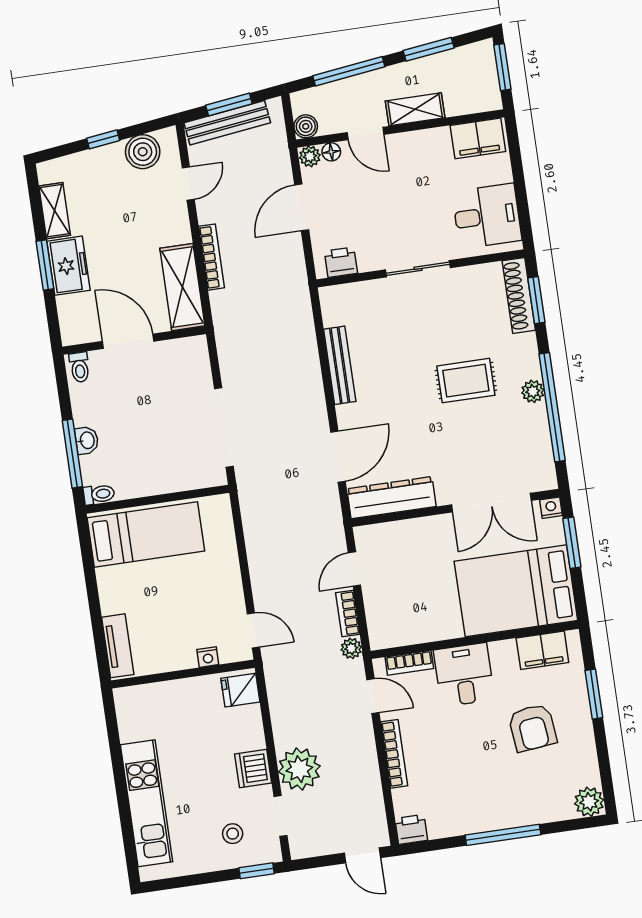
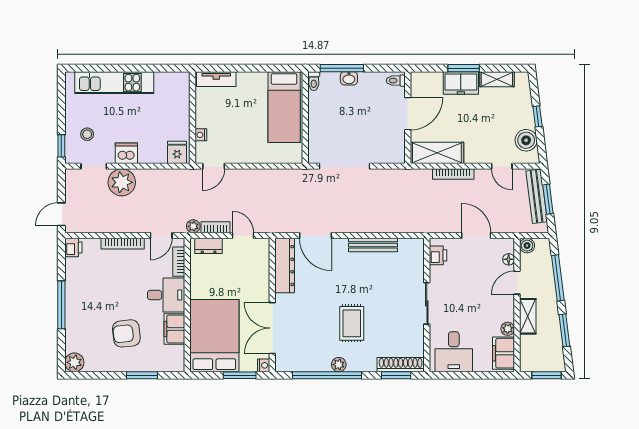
plant: (310, 156) -> (508, 329), moved
dresser: (378, 620) -> (209, 246), added
filing cabinet: (542, 650) -> (174, 329), moved

